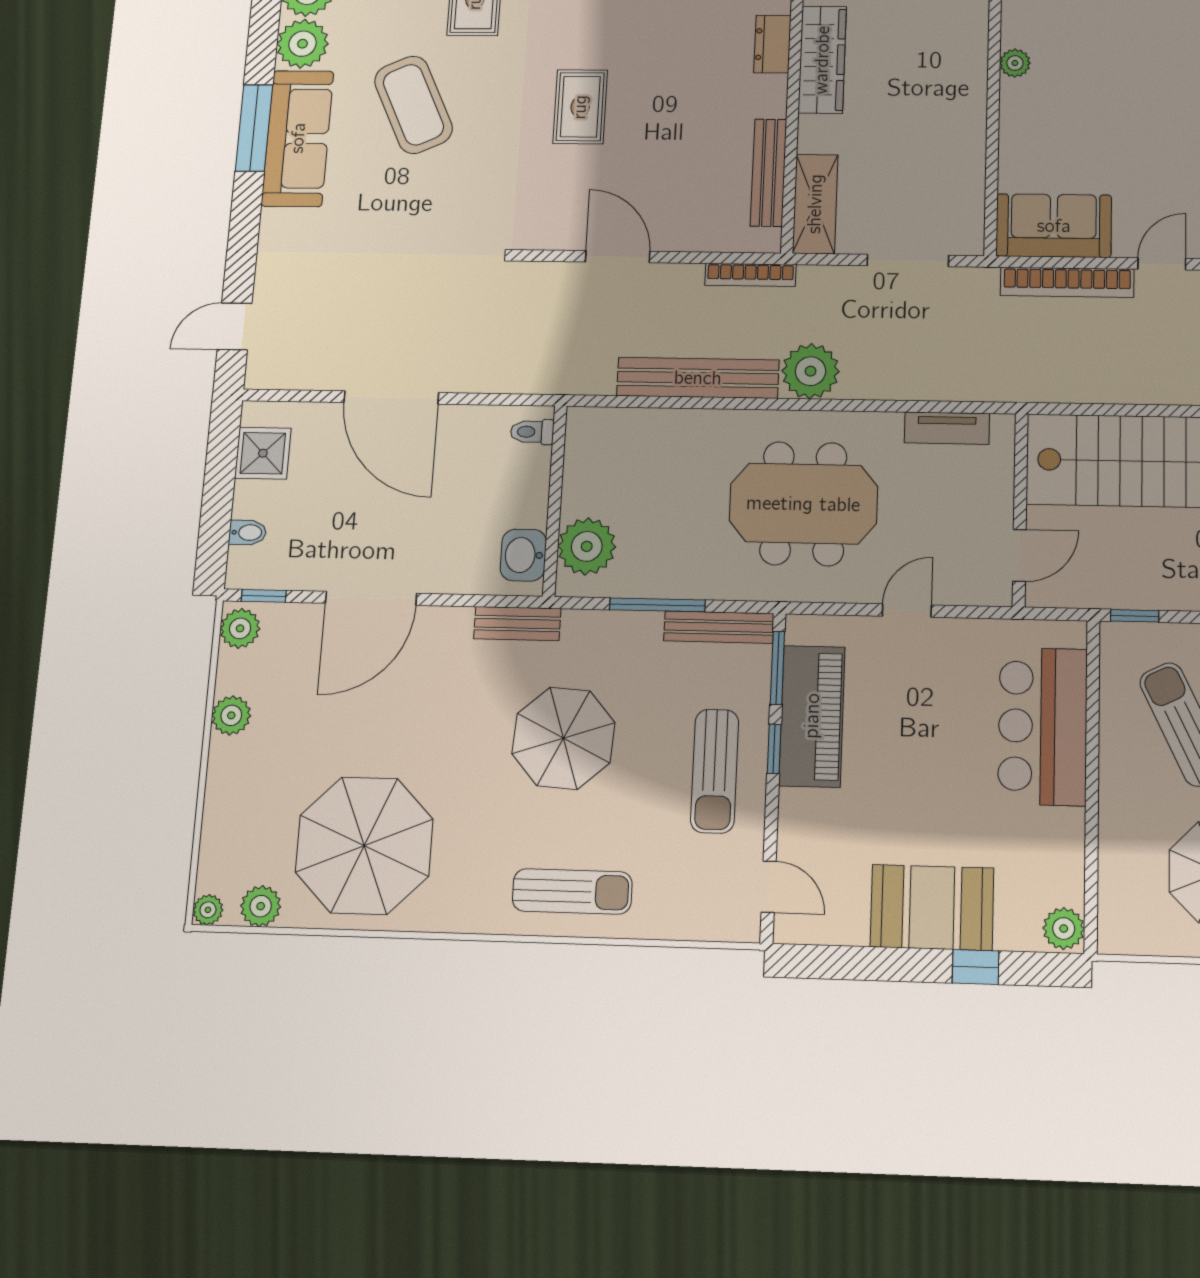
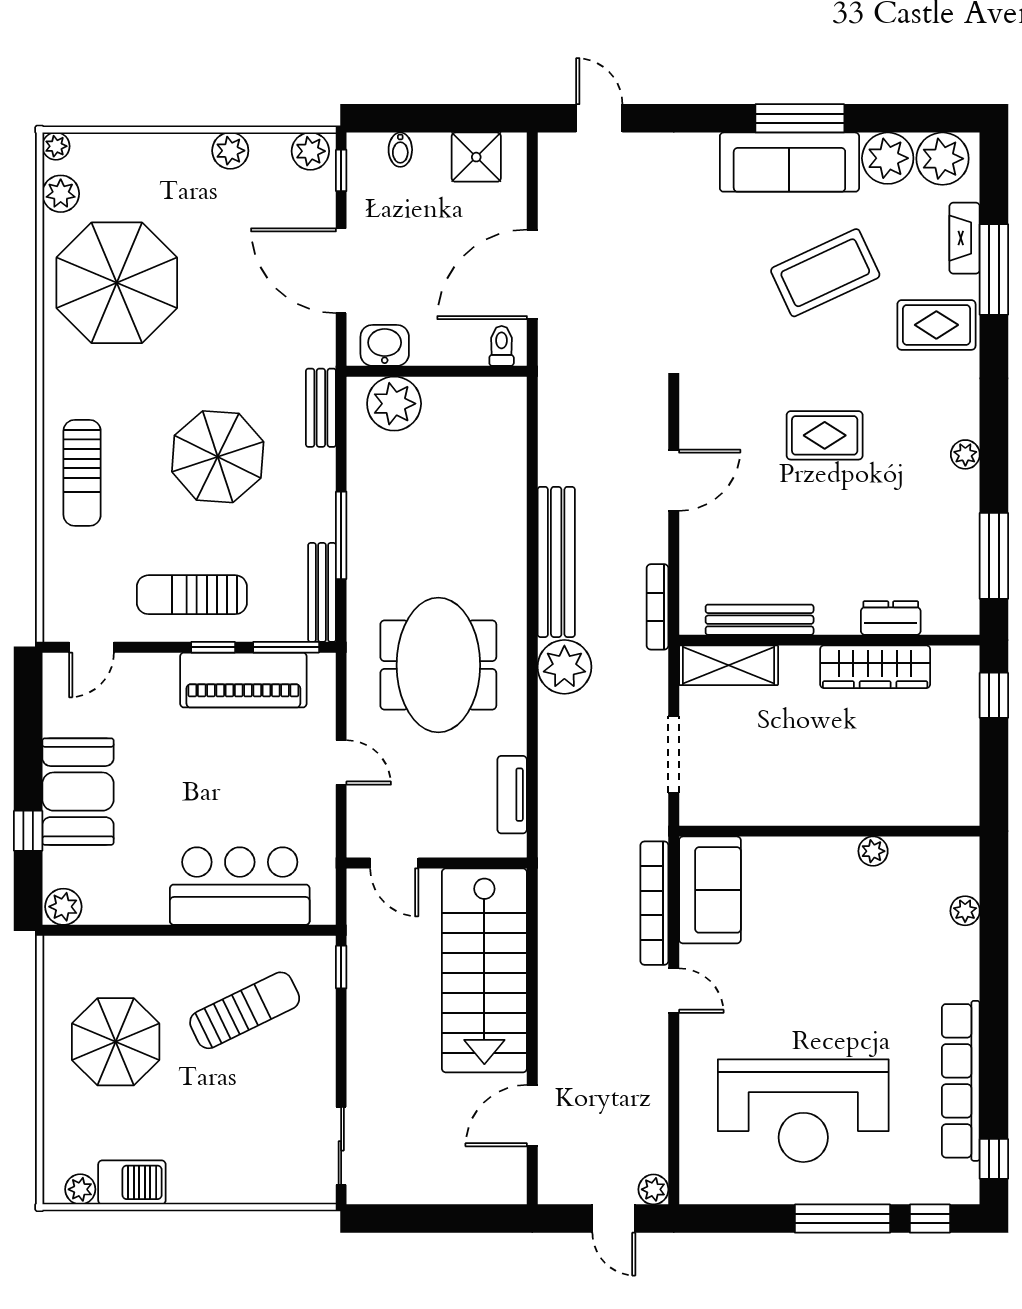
toilet: (532, 432) -> (502, 346), moved
wall: (555, 500) -> (437, 371), moved
plant: (587, 546) -> (394, 404), moved
washbasin: (523, 555) -> (385, 345), moved

